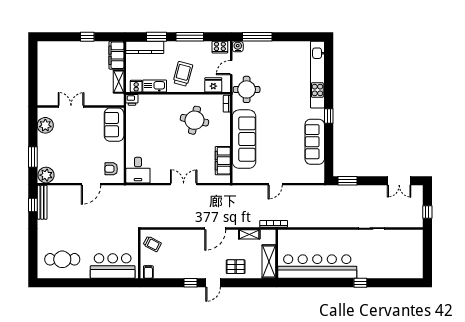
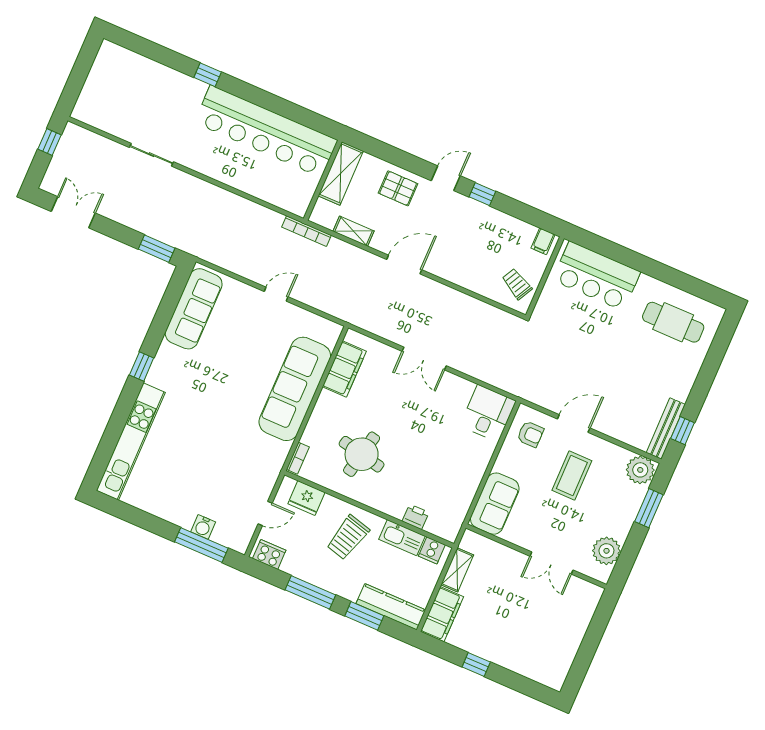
water cooler: (238, 47) -> (203, 527), moved
round table: (247, 89) -> (256, 467), removed
printer: (132, 100) -> (416, 517), moved
sofa: (315, 142) -> (194, 309), moved
coffee table: (80, 157) -> (572, 475), added

